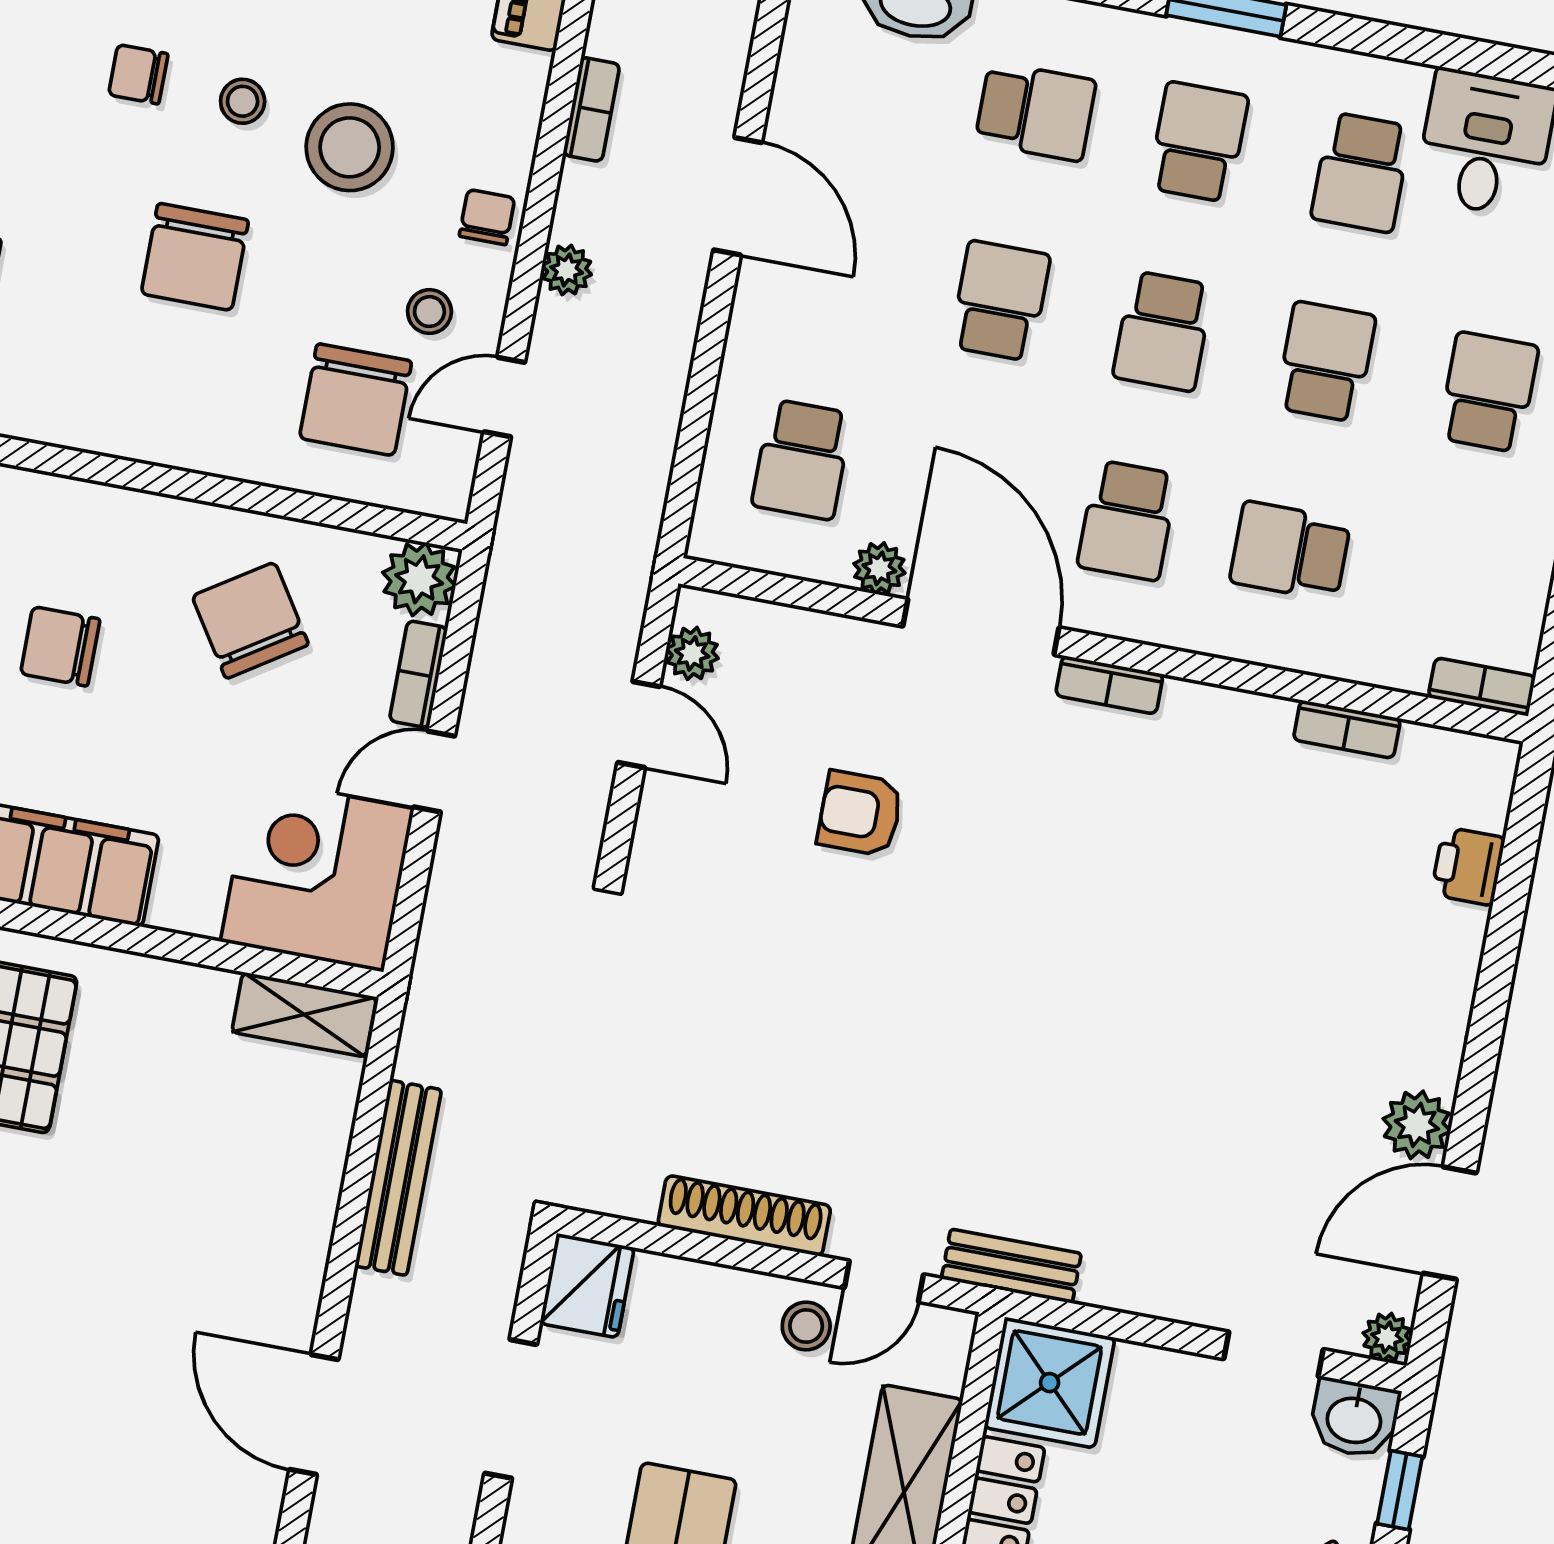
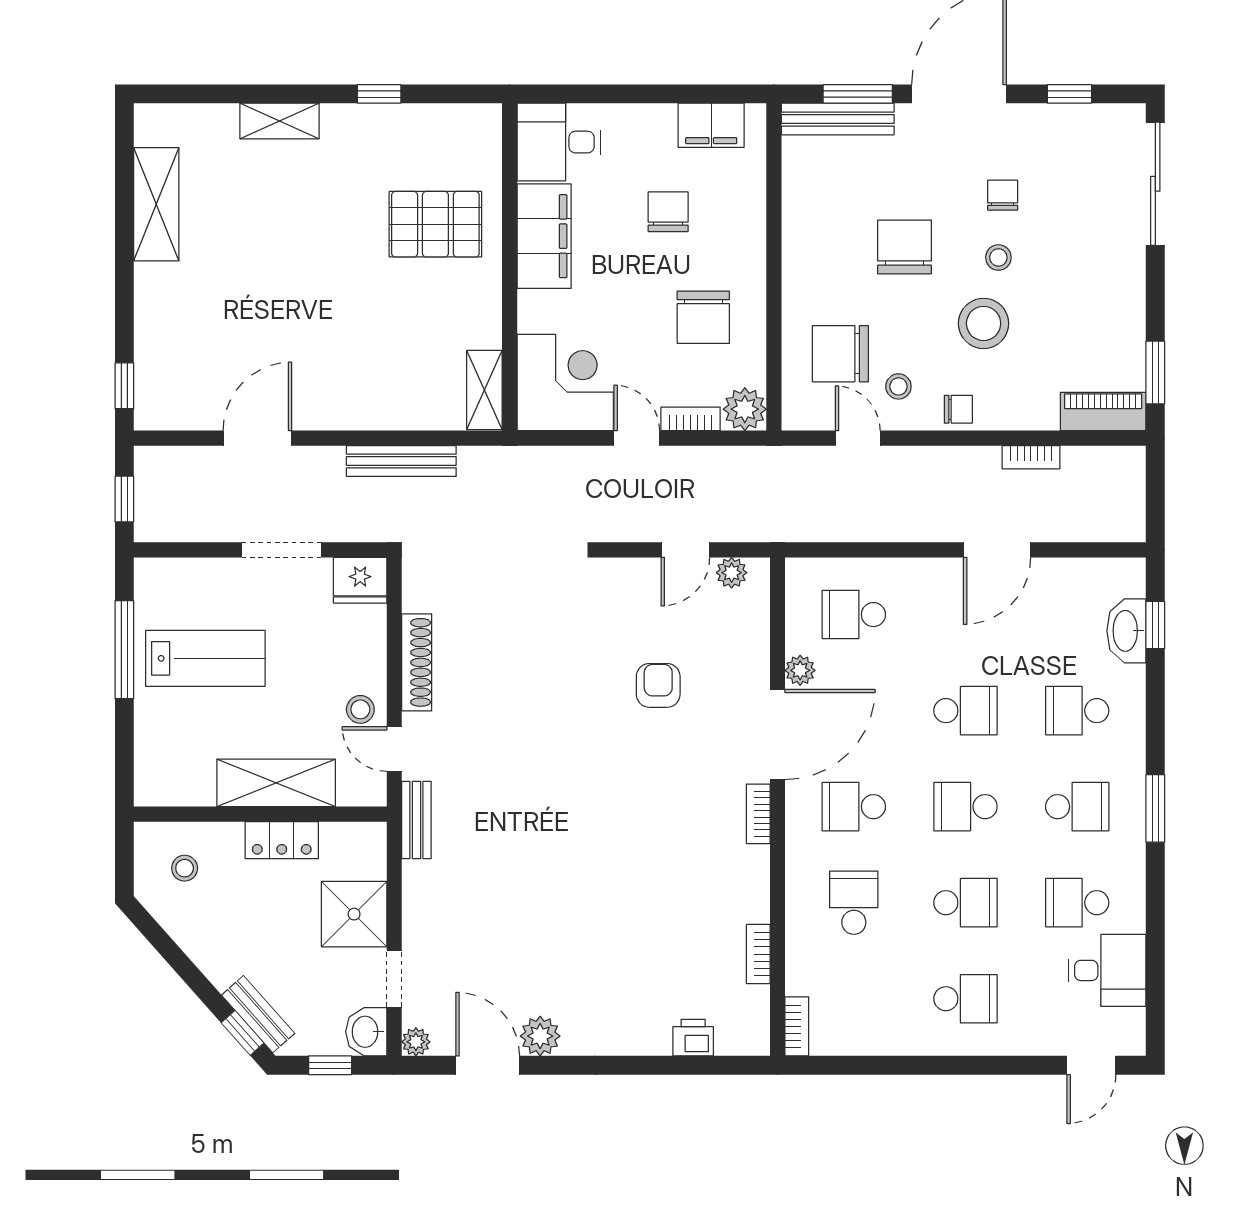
school desk: (1036, 111) -> (1077, 711), turned 90
chair: (195, 257) -> (905, 247), turned 90
plant: (567, 270) -> (937, 460), removed
chair: (250, 620) -> (703, 317), turned 123
shower: (1050, 1383) -> (354, 914), moved

